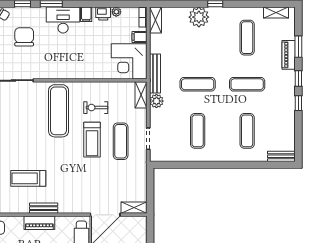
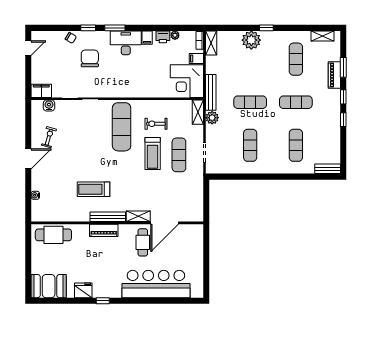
bench: (44, 208) -> (108, 217), width x1.36
shelving: (134, 208) -> (138, 216), moved

